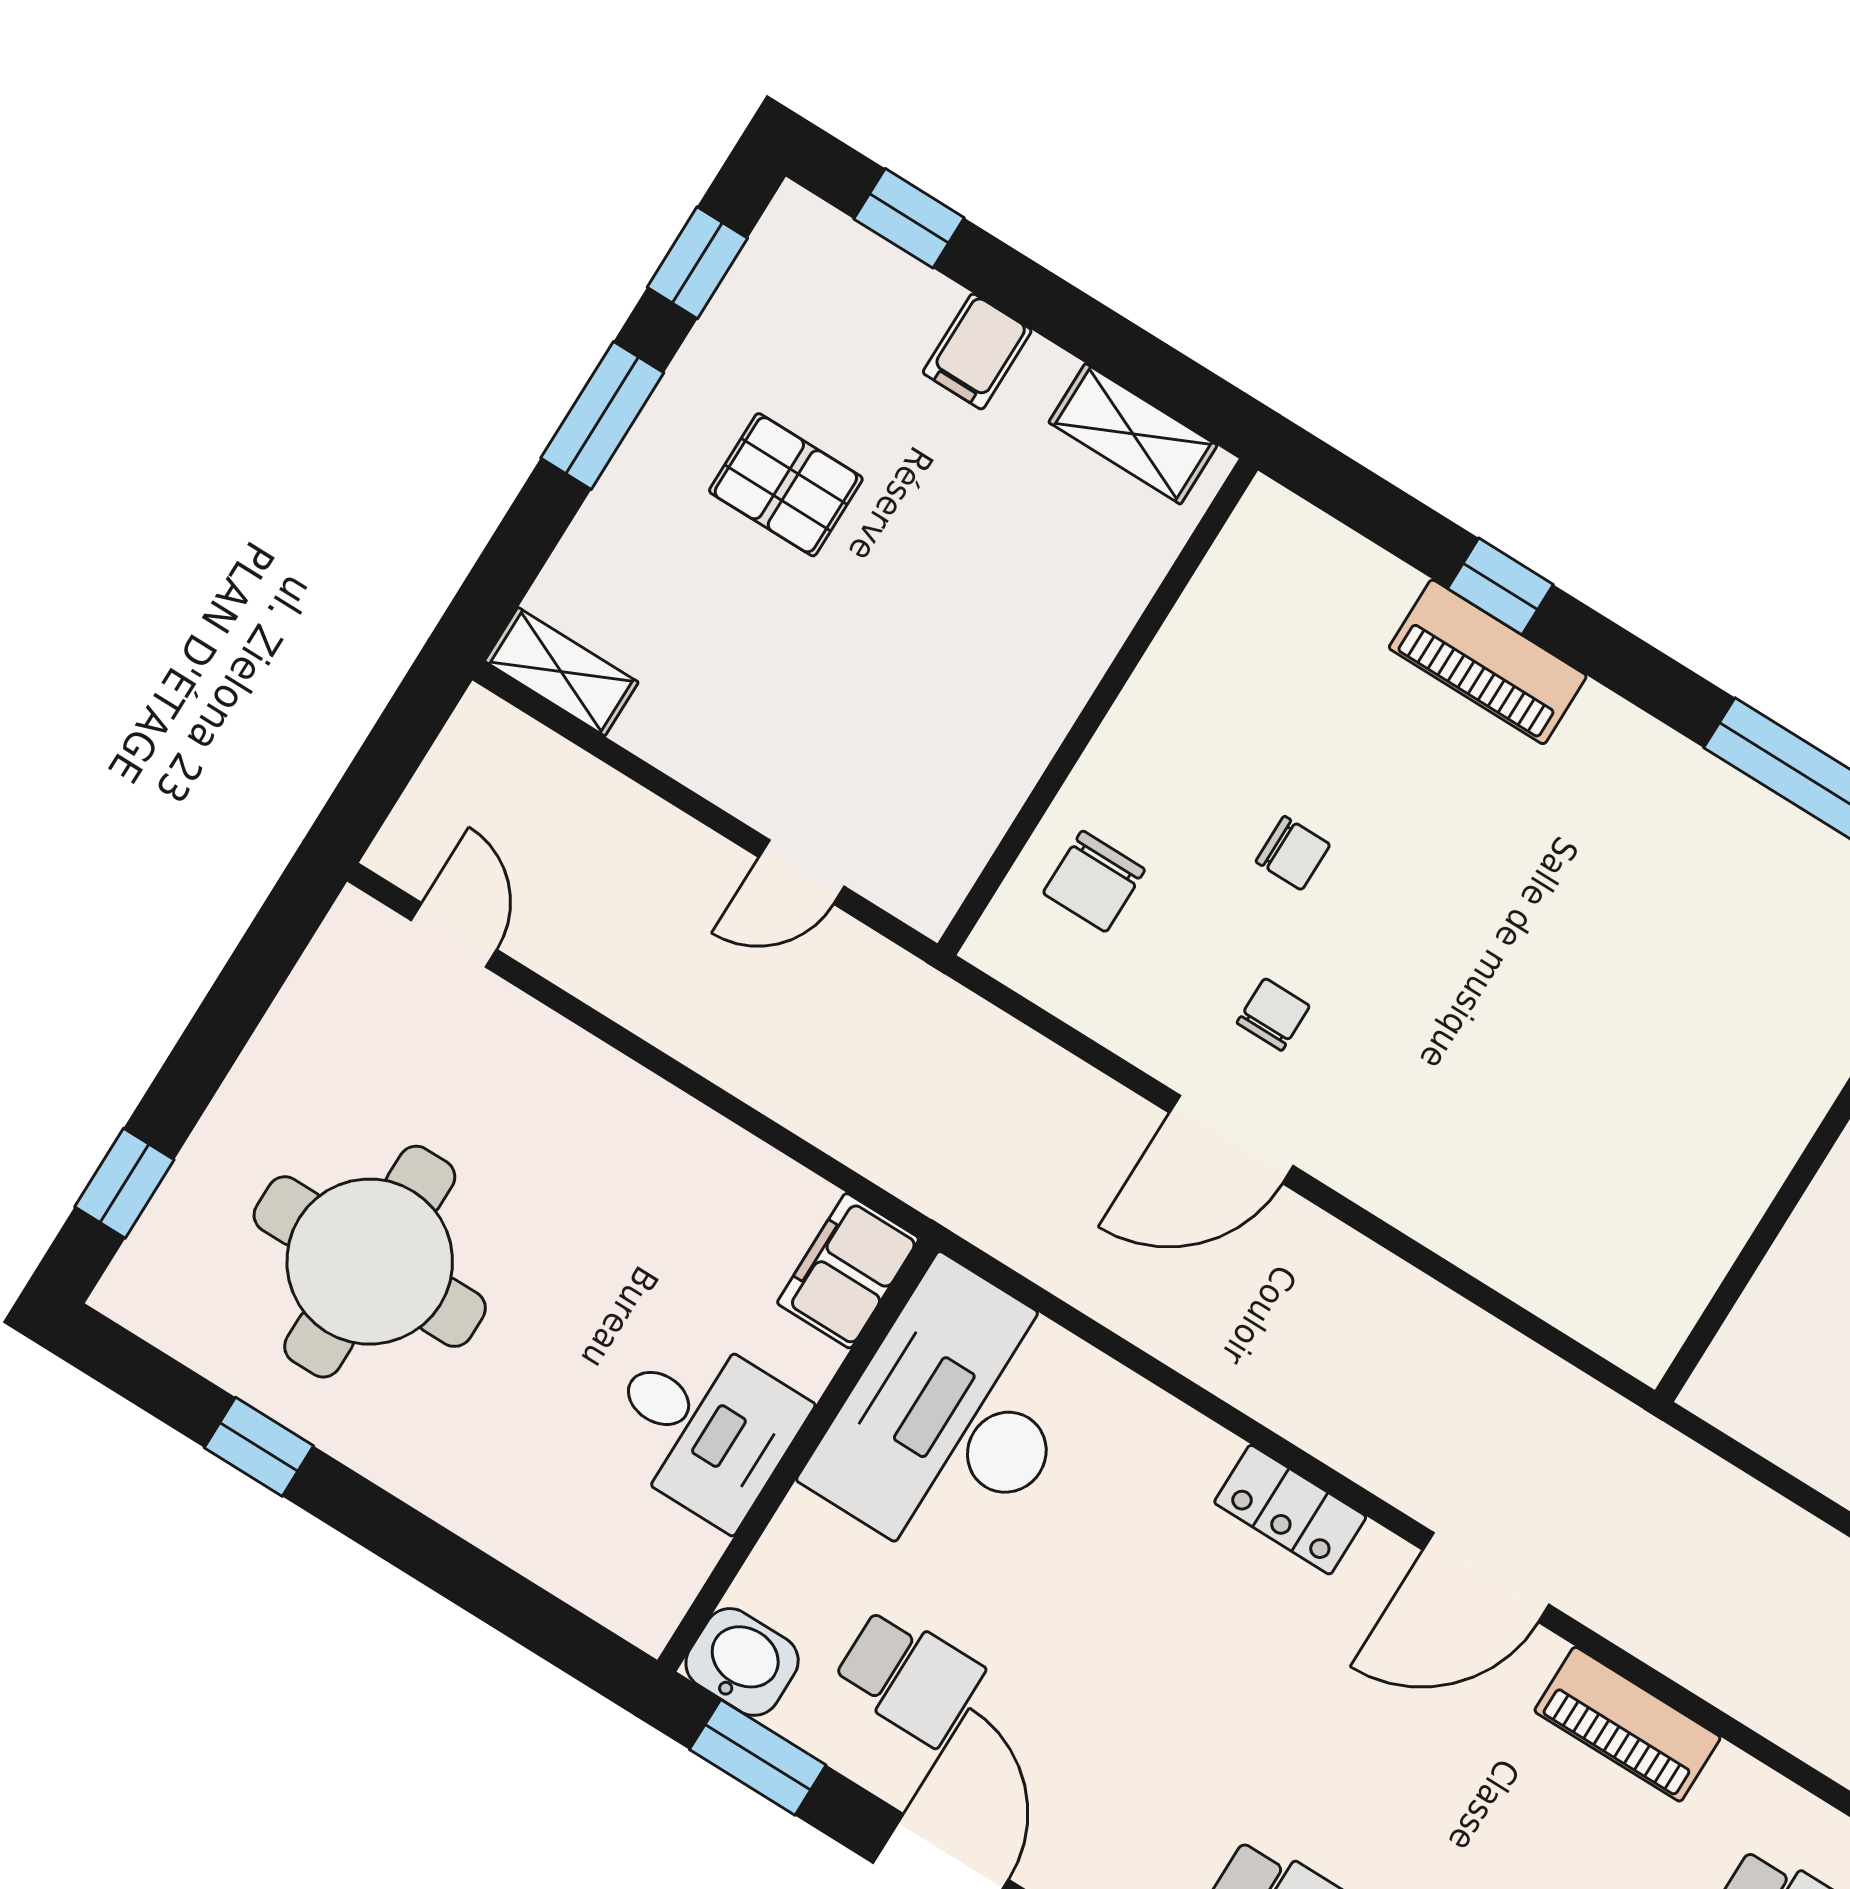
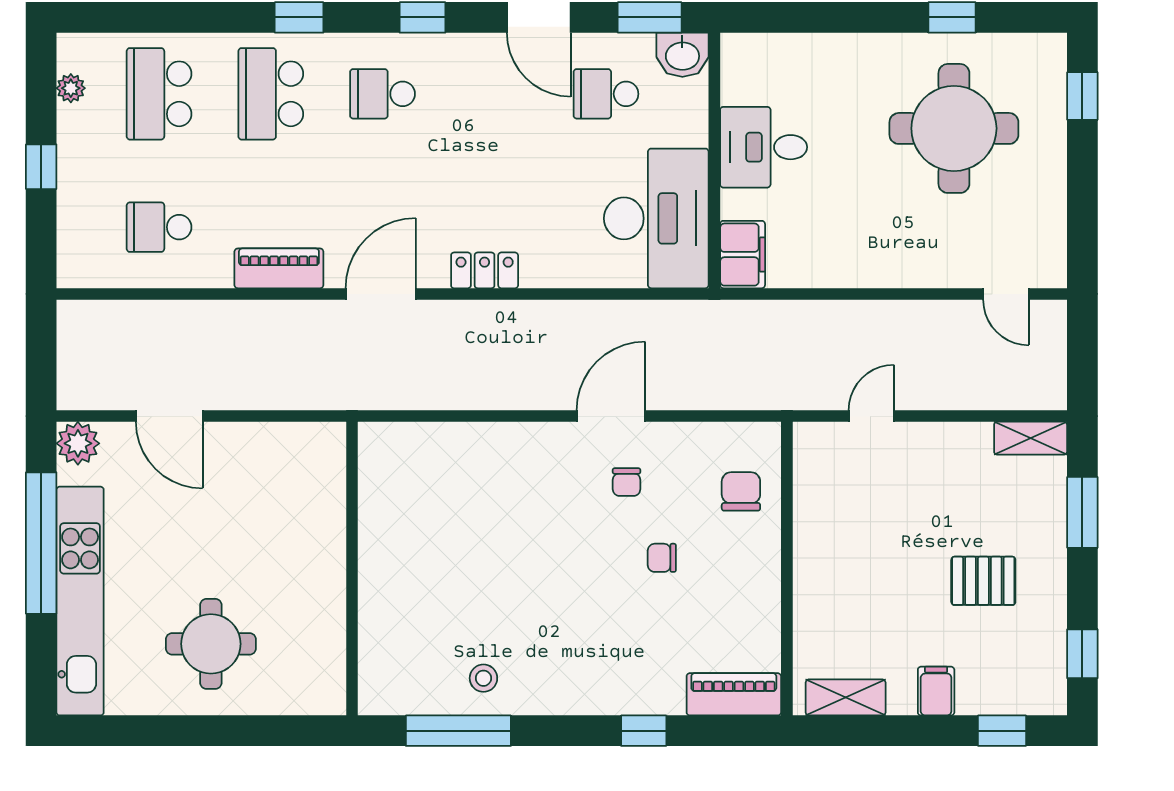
window: (602, 415) -> (1082, 512), moved
piano: (1488, 662) -> (734, 694), moved
stool: (1711, 838) -> (483, 678), added

